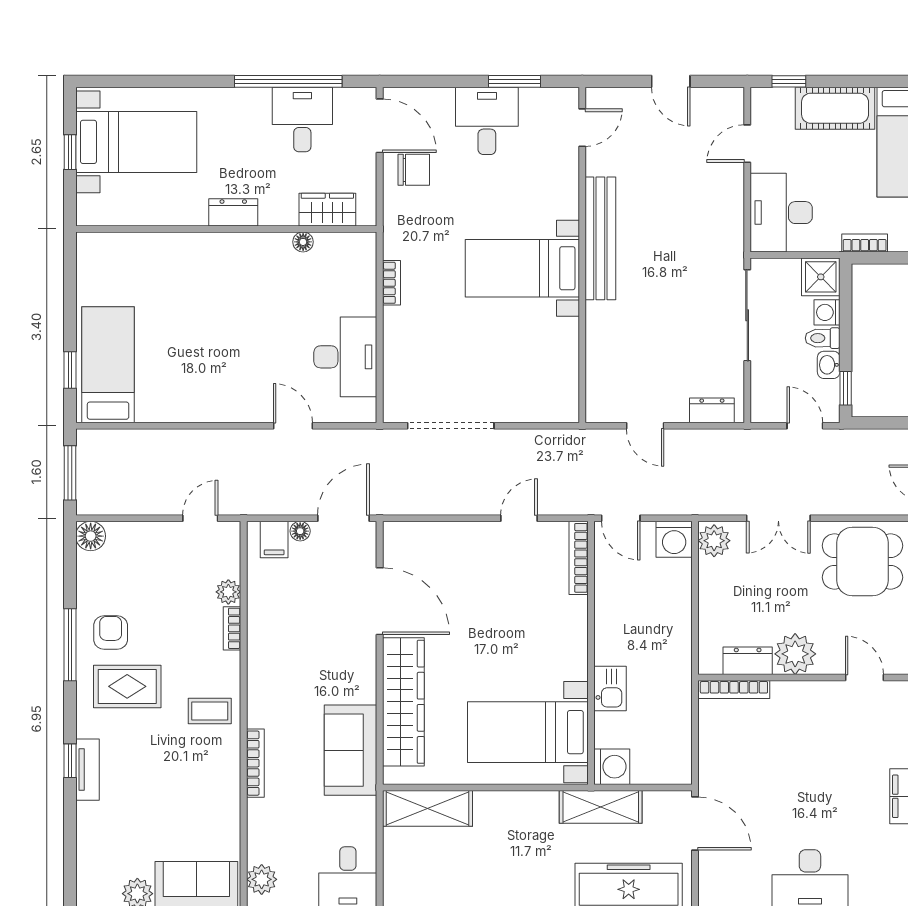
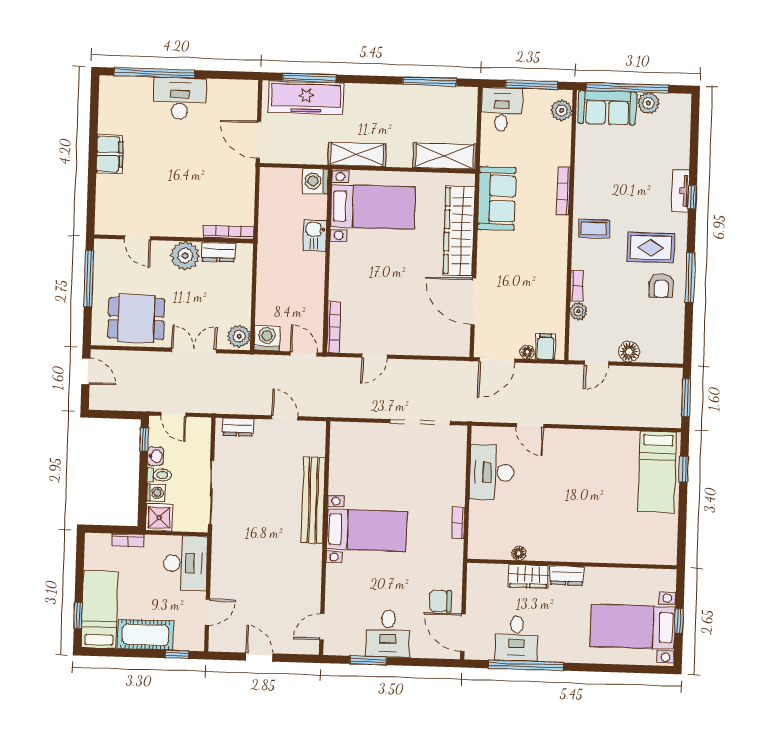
wardrobe: (327, 210) -> (528, 576), moved
bench: (600, 238) -> (313, 500), moved
floor lamp: (91, 536) -> (629, 352), moved
shelving: (601, 807) -> (357, 154), moved

